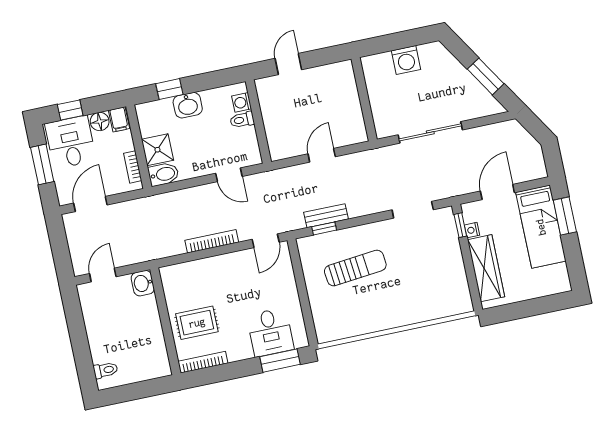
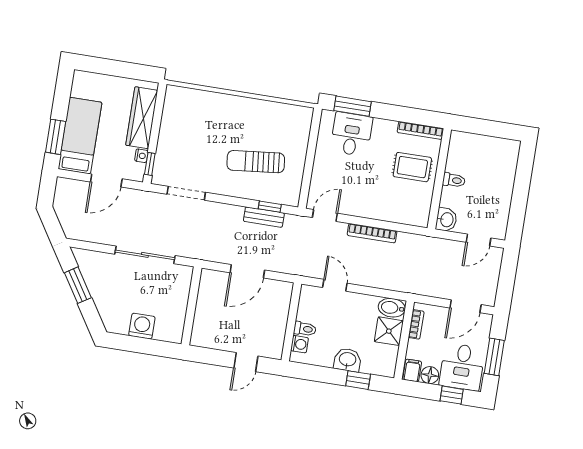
door: (322, 155) -> (247, 271), width x1.38
toilet: (106, 370) -> (454, 180), moved, turned 180

